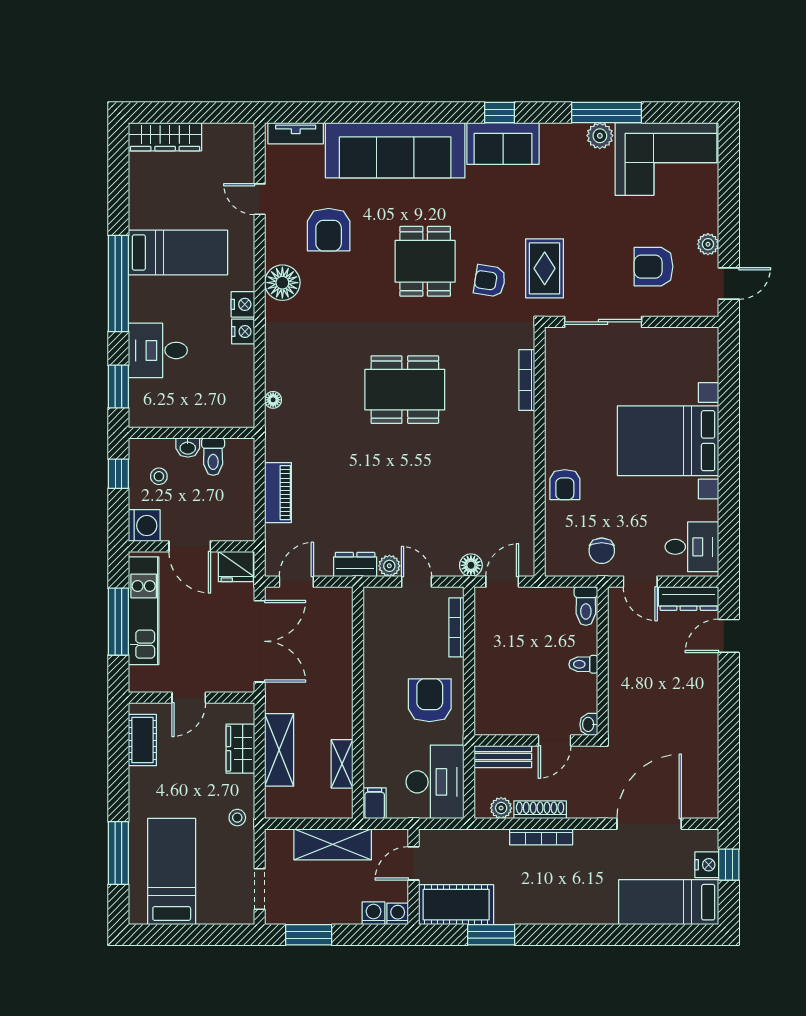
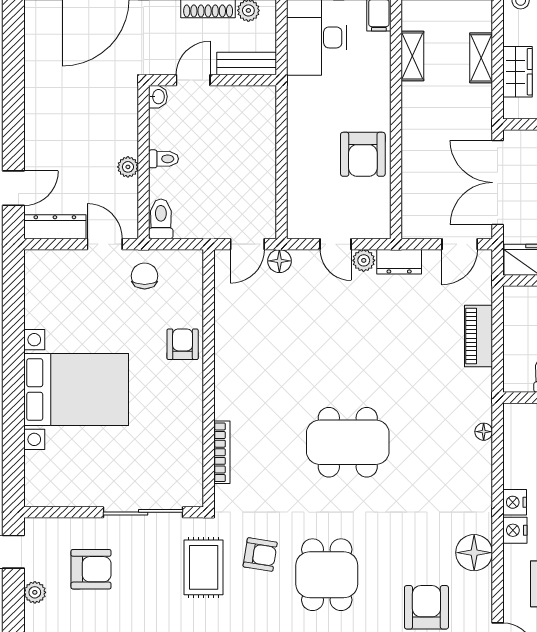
desk: (692, 547) -> (51, 280), removed
bookcase: (456, 627) -> (295, 197), removed
plant: (618, 656) -> (128, 167), added
armchair: (430, 700) -> (363, 154), moved
shelving: (279, 750) -> (481, 58), width x0.67, depth x0.75

